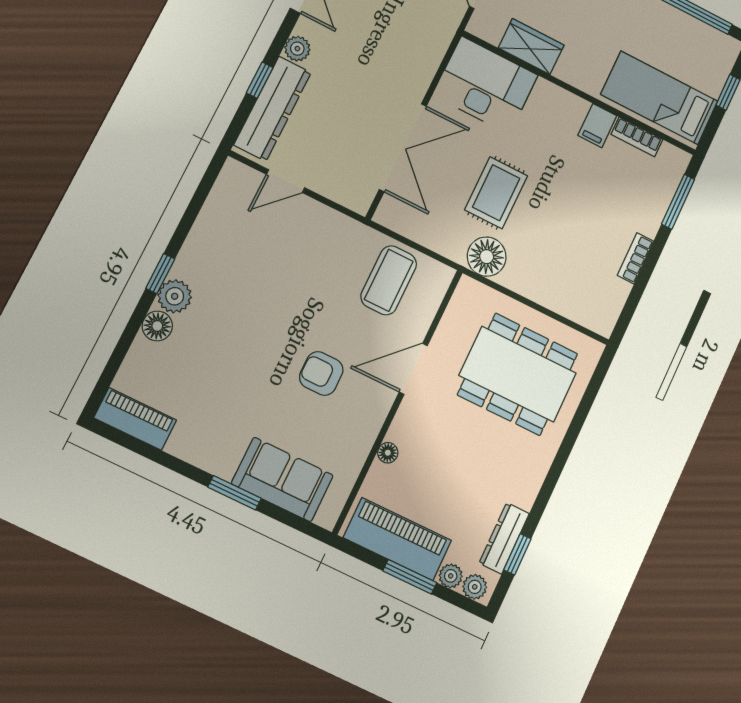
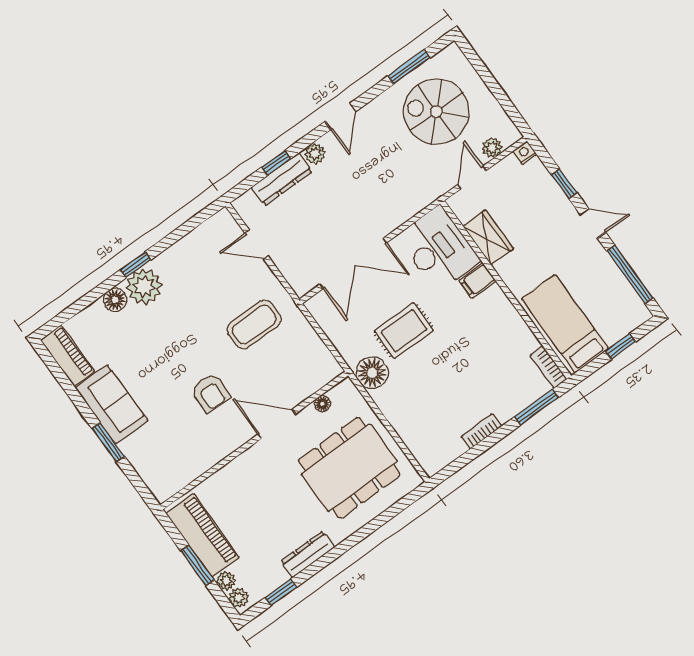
dresser: (273, 109) -> (282, 179), width x0.73, depth x0.80
filing cabinet: (597, 126) -> (477, 281), moved
bookcase: (637, 137) -> (549, 367), moved
coffee table: (389, 280) -> (254, 324), moved
plant: (175, 296) -> (144, 287), width x1.36, depth x1.36
armchair: (321, 374) -> (210, 393), turned 180
dining table: (518, 374) -> (349, 468), turned 90
floor lamp: (388, 453) -> (322, 404), moved
sofa: (282, 479) -> (112, 405), moved
dresser: (504, 538) -> (308, 554), moved

